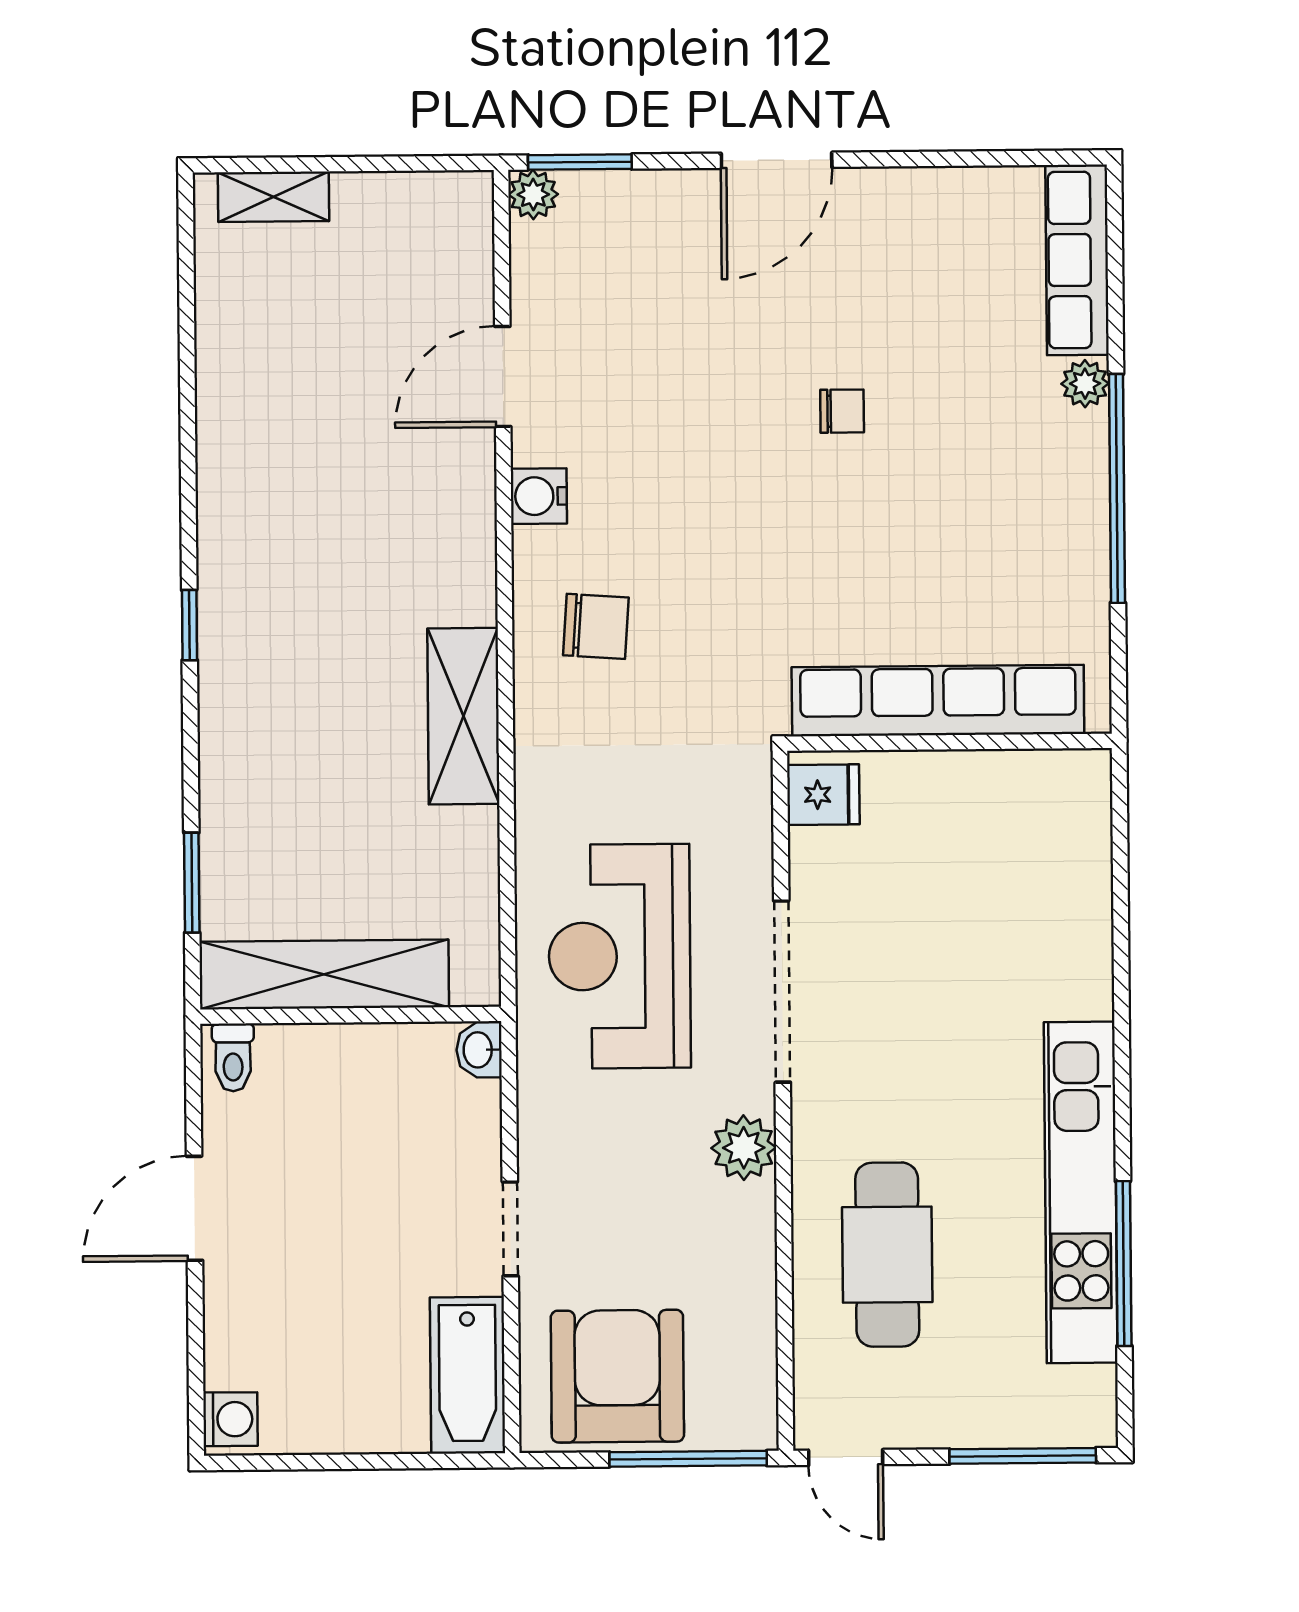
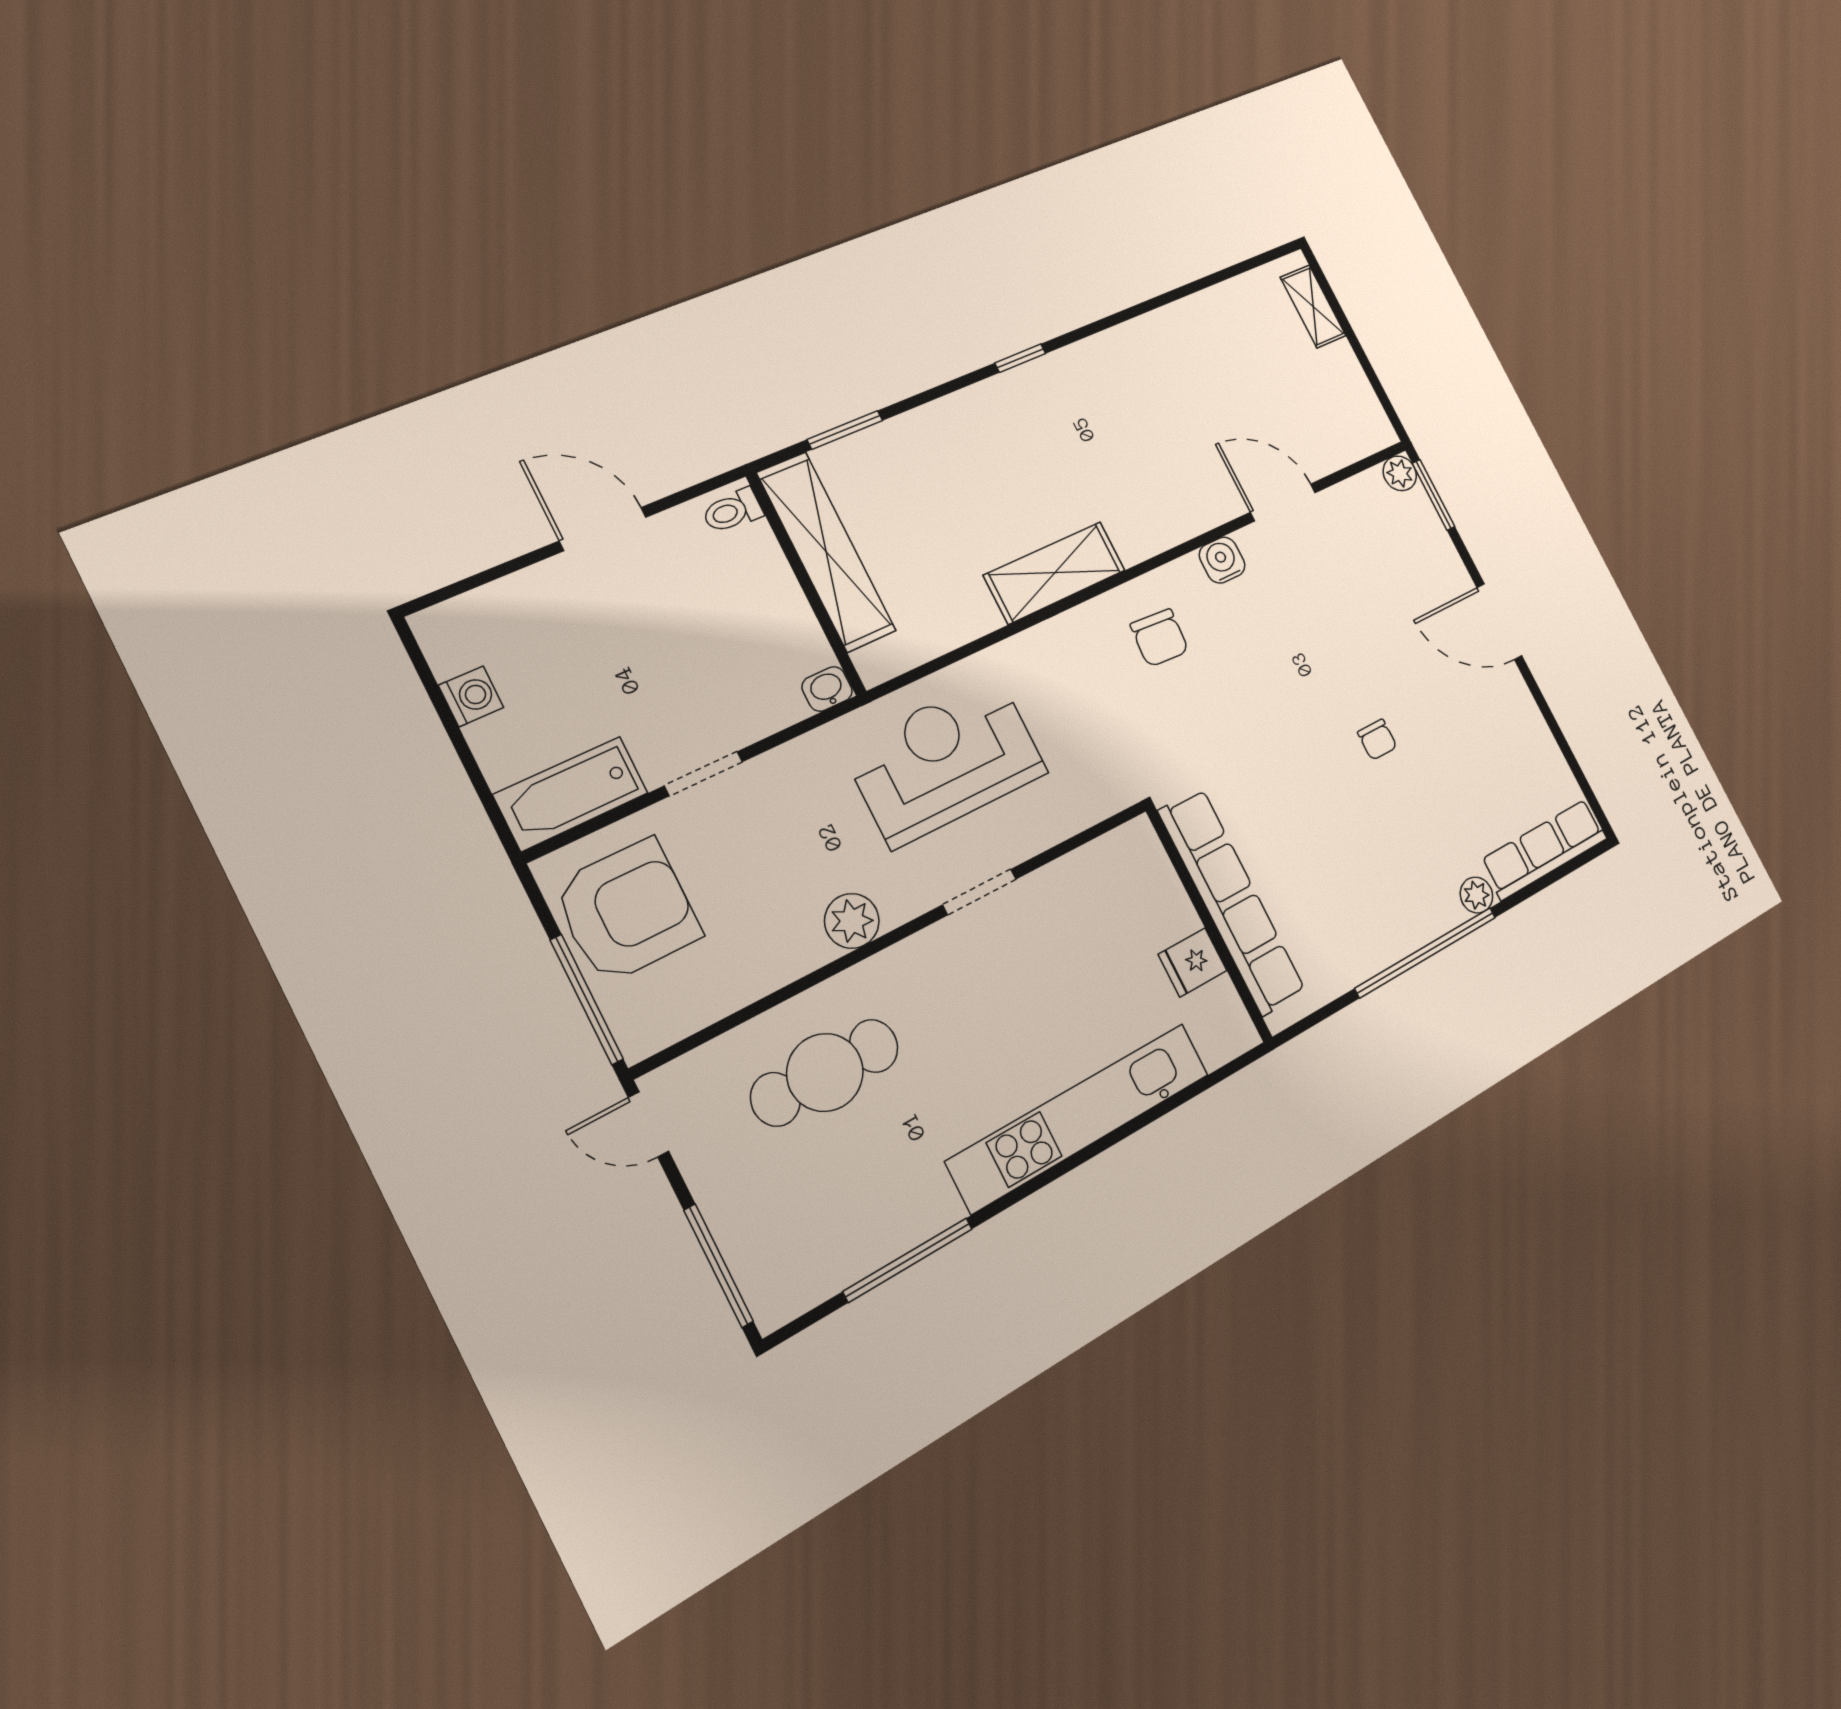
fridge: (823, 795) -> (1193, 962), moved, turned 90
doorway: (782, 992) -> (979, 892), width x0.53
kitchen unit: (1081, 1192) -> (1079, 1117), moved
washing machine: (230, 1419) -> (471, 696), moved, turned -90
door: (846, 1457) -> (649, 1124), hinge flipped

